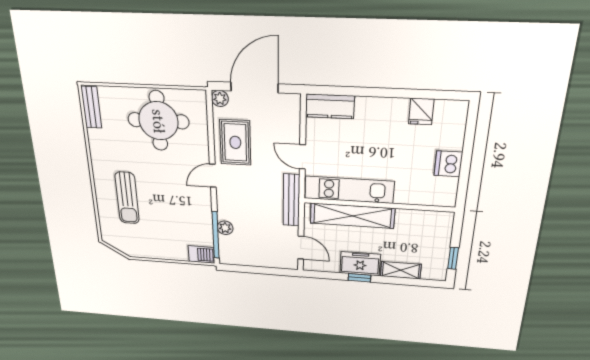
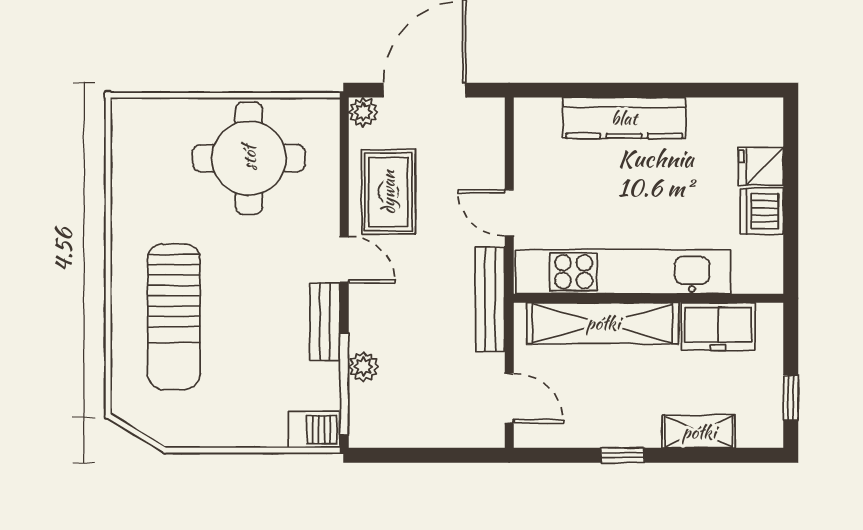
kitchen counter: (330, 106) -> (624, 118), moved, width x1.50
bench: (91, 107) -> (325, 322), moved
fridge: (421, 112) -> (761, 166), moved, turned 90
door: (213, 176) -> (344, 260), swing flipped
kitchen unit: (349, 190) -> (623, 272), width x1.36
sun lounger: (127, 198) -> (174, 317), width x1.36, depth x1.34
freezer: (360, 264) -> (718, 327), moved, turned 180

